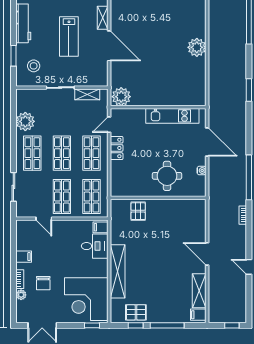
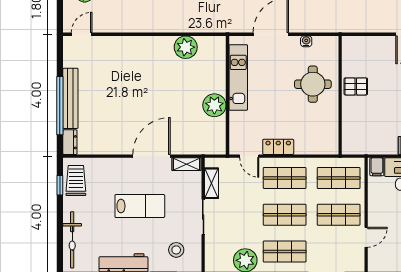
shelving: (103, 18) -> (186, 164), moved
plant: (197, 47) -> (186, 47), moved
plant: (121, 97) -> (214, 105), moved
pallet: (138, 211) -> (356, 86), moved

